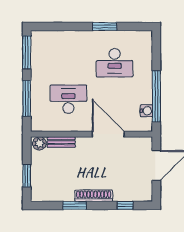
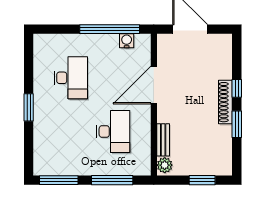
window: (105, 27) -> (29, 107), moved
desk: (68, 99) -> (113, 131), turned 180
window: (125, 205) -> (237, 88), moved

